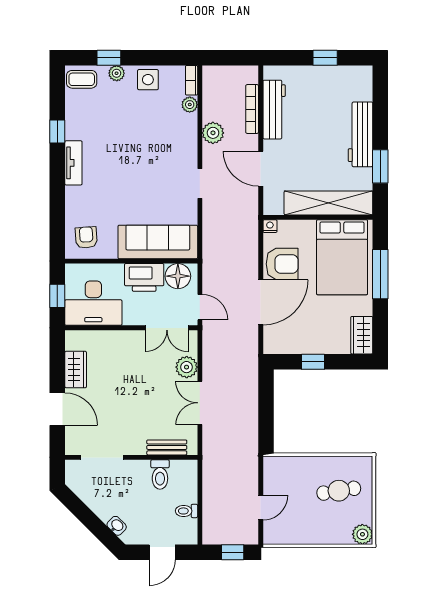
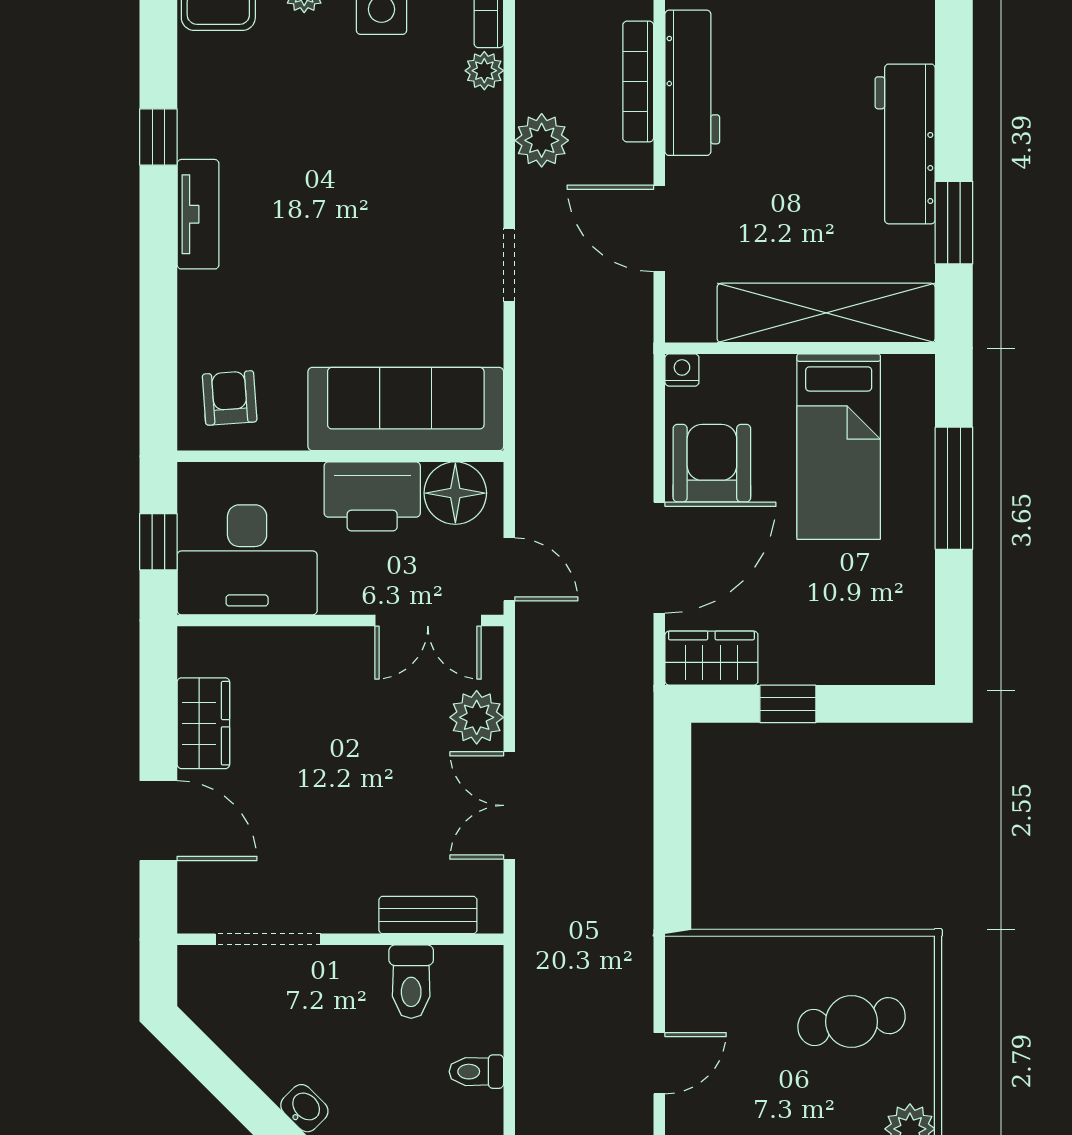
bed: (342, 257) -> (839, 447), width x0.67
armchair: (282, 264) -> (712, 463), turned -90
wardrobe: (362, 335) -> (711, 658), moved, turned 90

